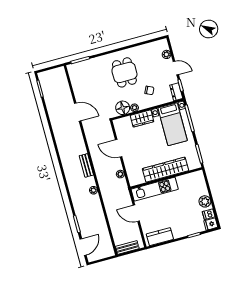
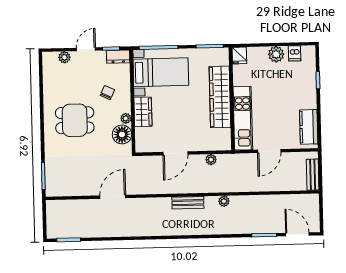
fridge: (211, 224) -> (239, 55), moved

